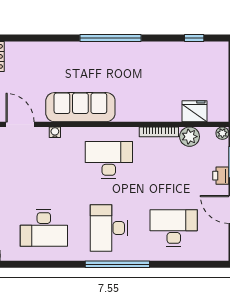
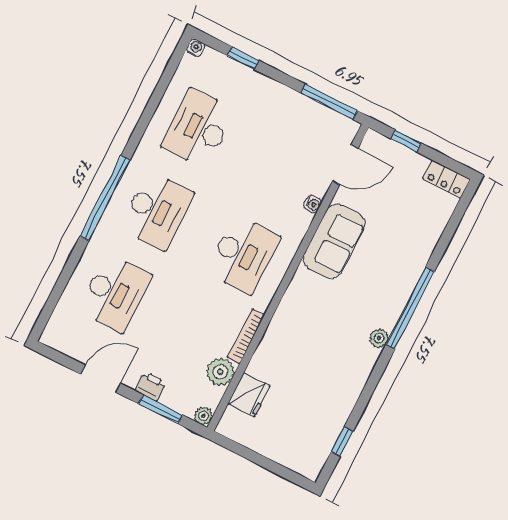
window: (110, 38) -> (410, 308), moved
plant: (118, 48) -> (379, 338), added
sofa: (80, 107) -> (334, 241), width x0.73
desk: (109, 228) -> (157, 211), turned 90

